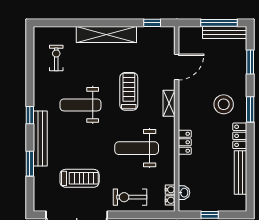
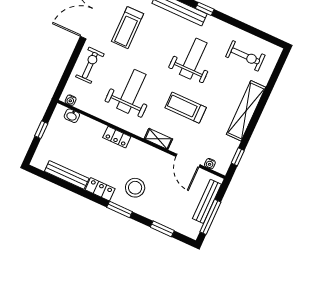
bench: (225, 32) -> (207, 201), moved
exercise bike: (56, 58) -> (245, 56), width x1.38, depth x1.39
treadmill: (129, 91) -> (186, 108), turned 180
water cooler: (170, 190) -> (210, 164), moved

